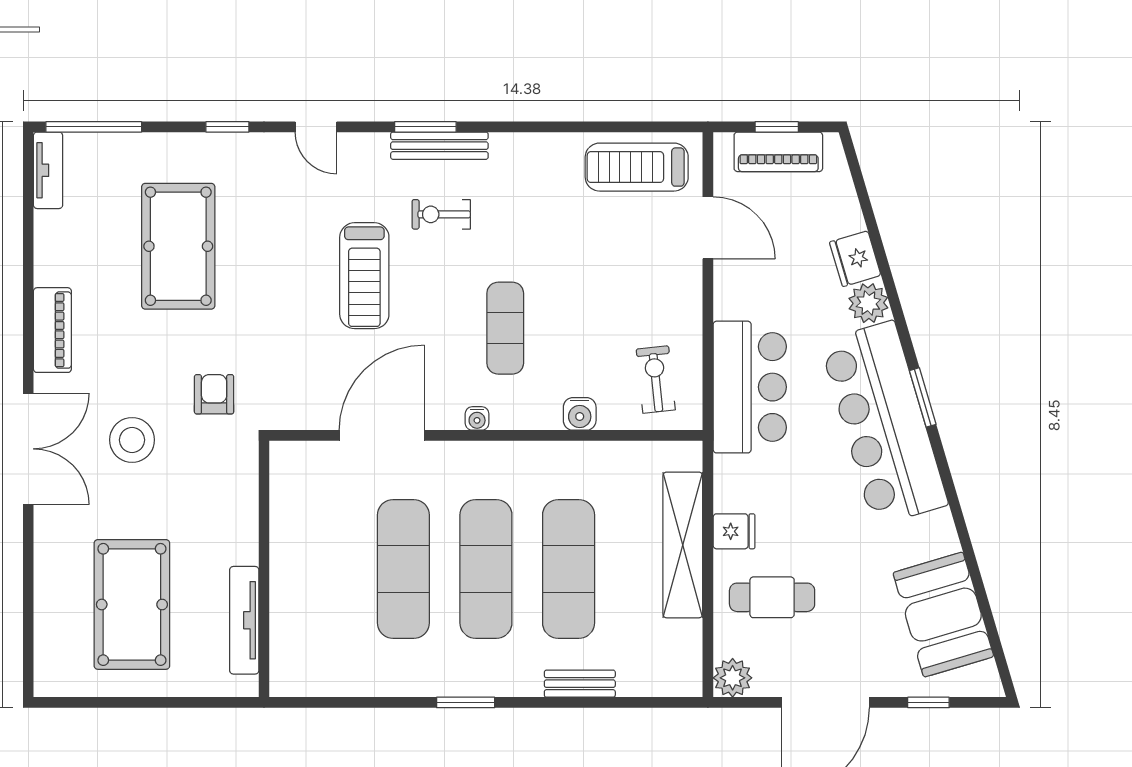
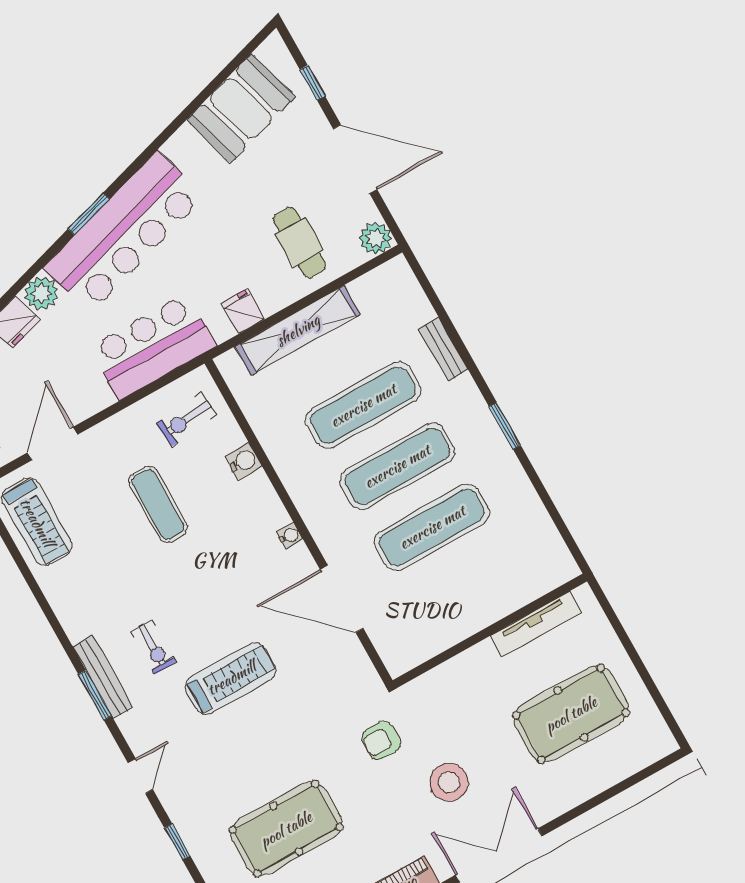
exercise mat: (505, 328) -> (158, 504), moved, turned 90
fridge: (734, 531) -> (243, 311), moved

